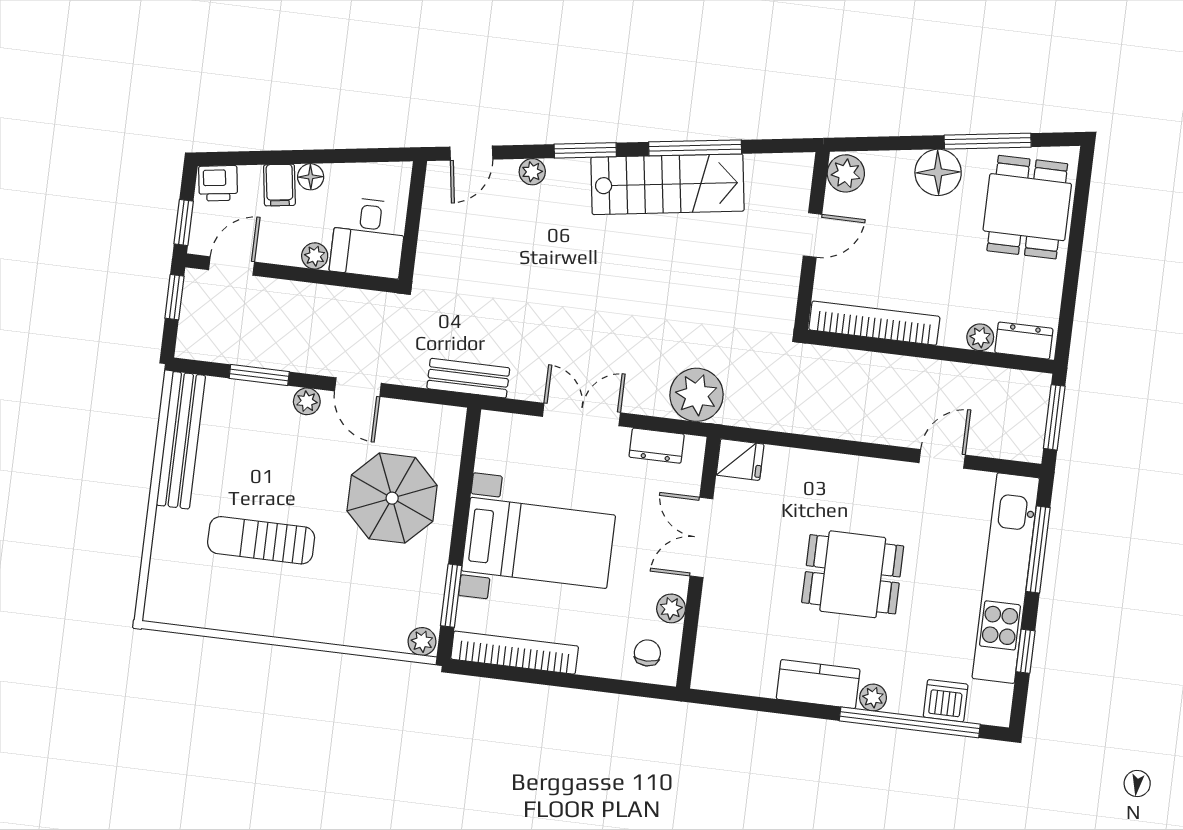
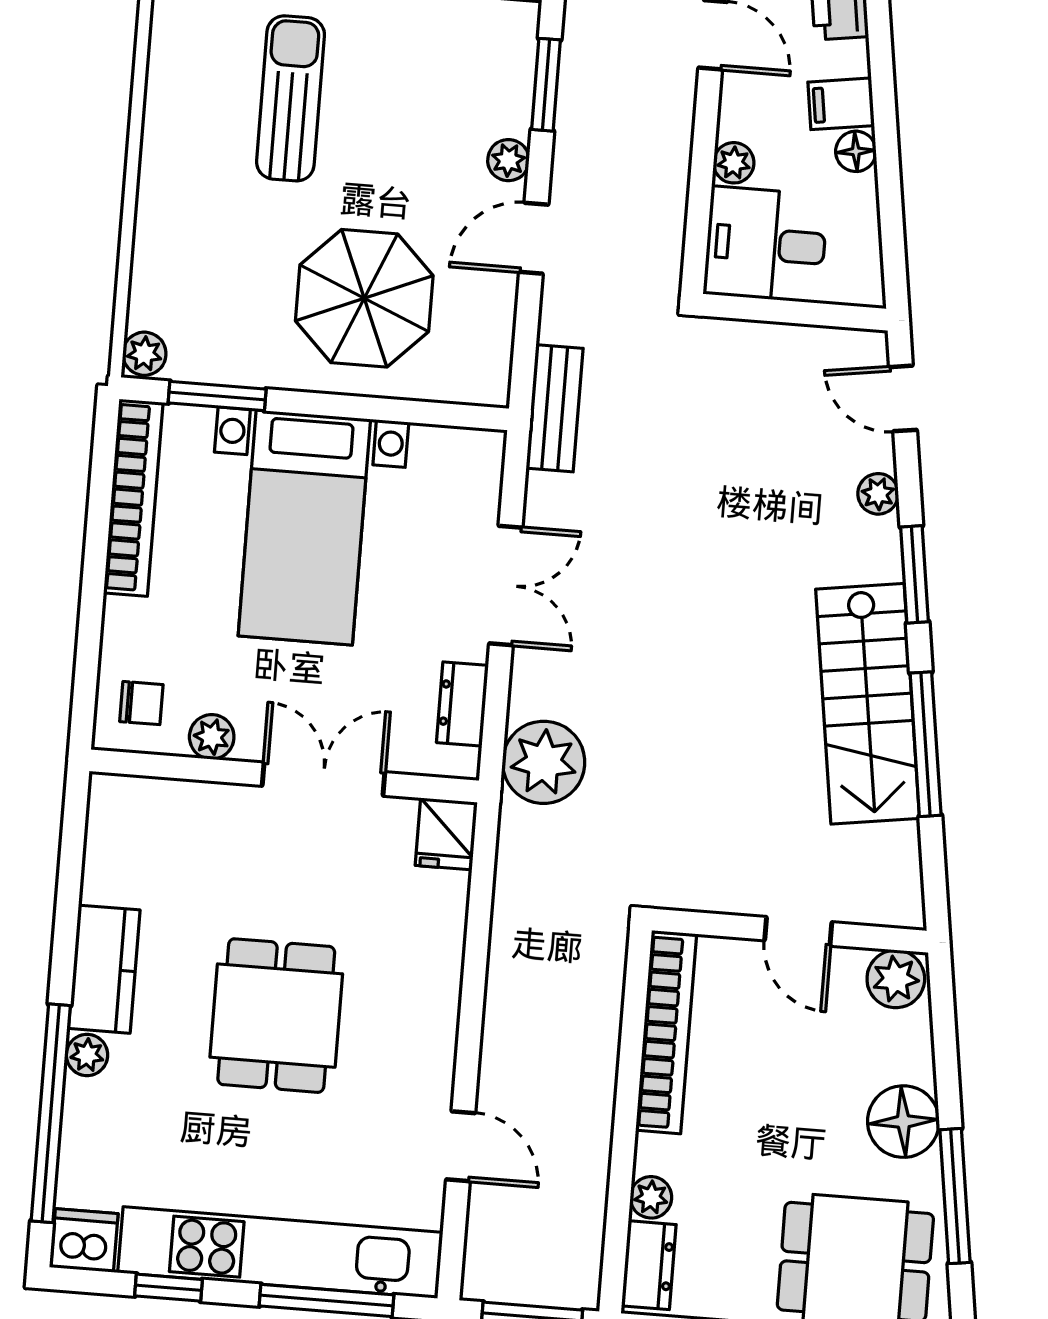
dishwasher: (946, 701) -> (84, 1240), moved, turned -90

